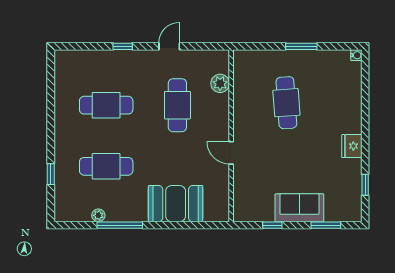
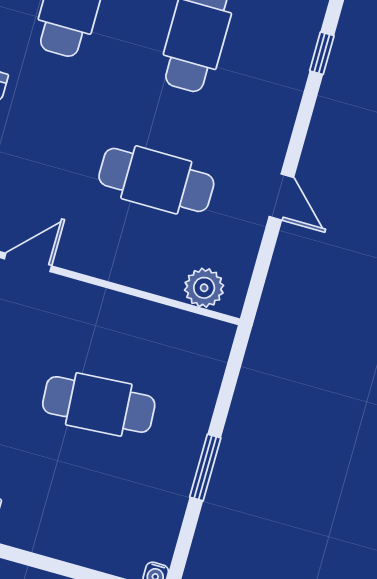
window: (123, 46) -> (322, 53), moved
plant: (220, 83) -> (204, 288), moved

